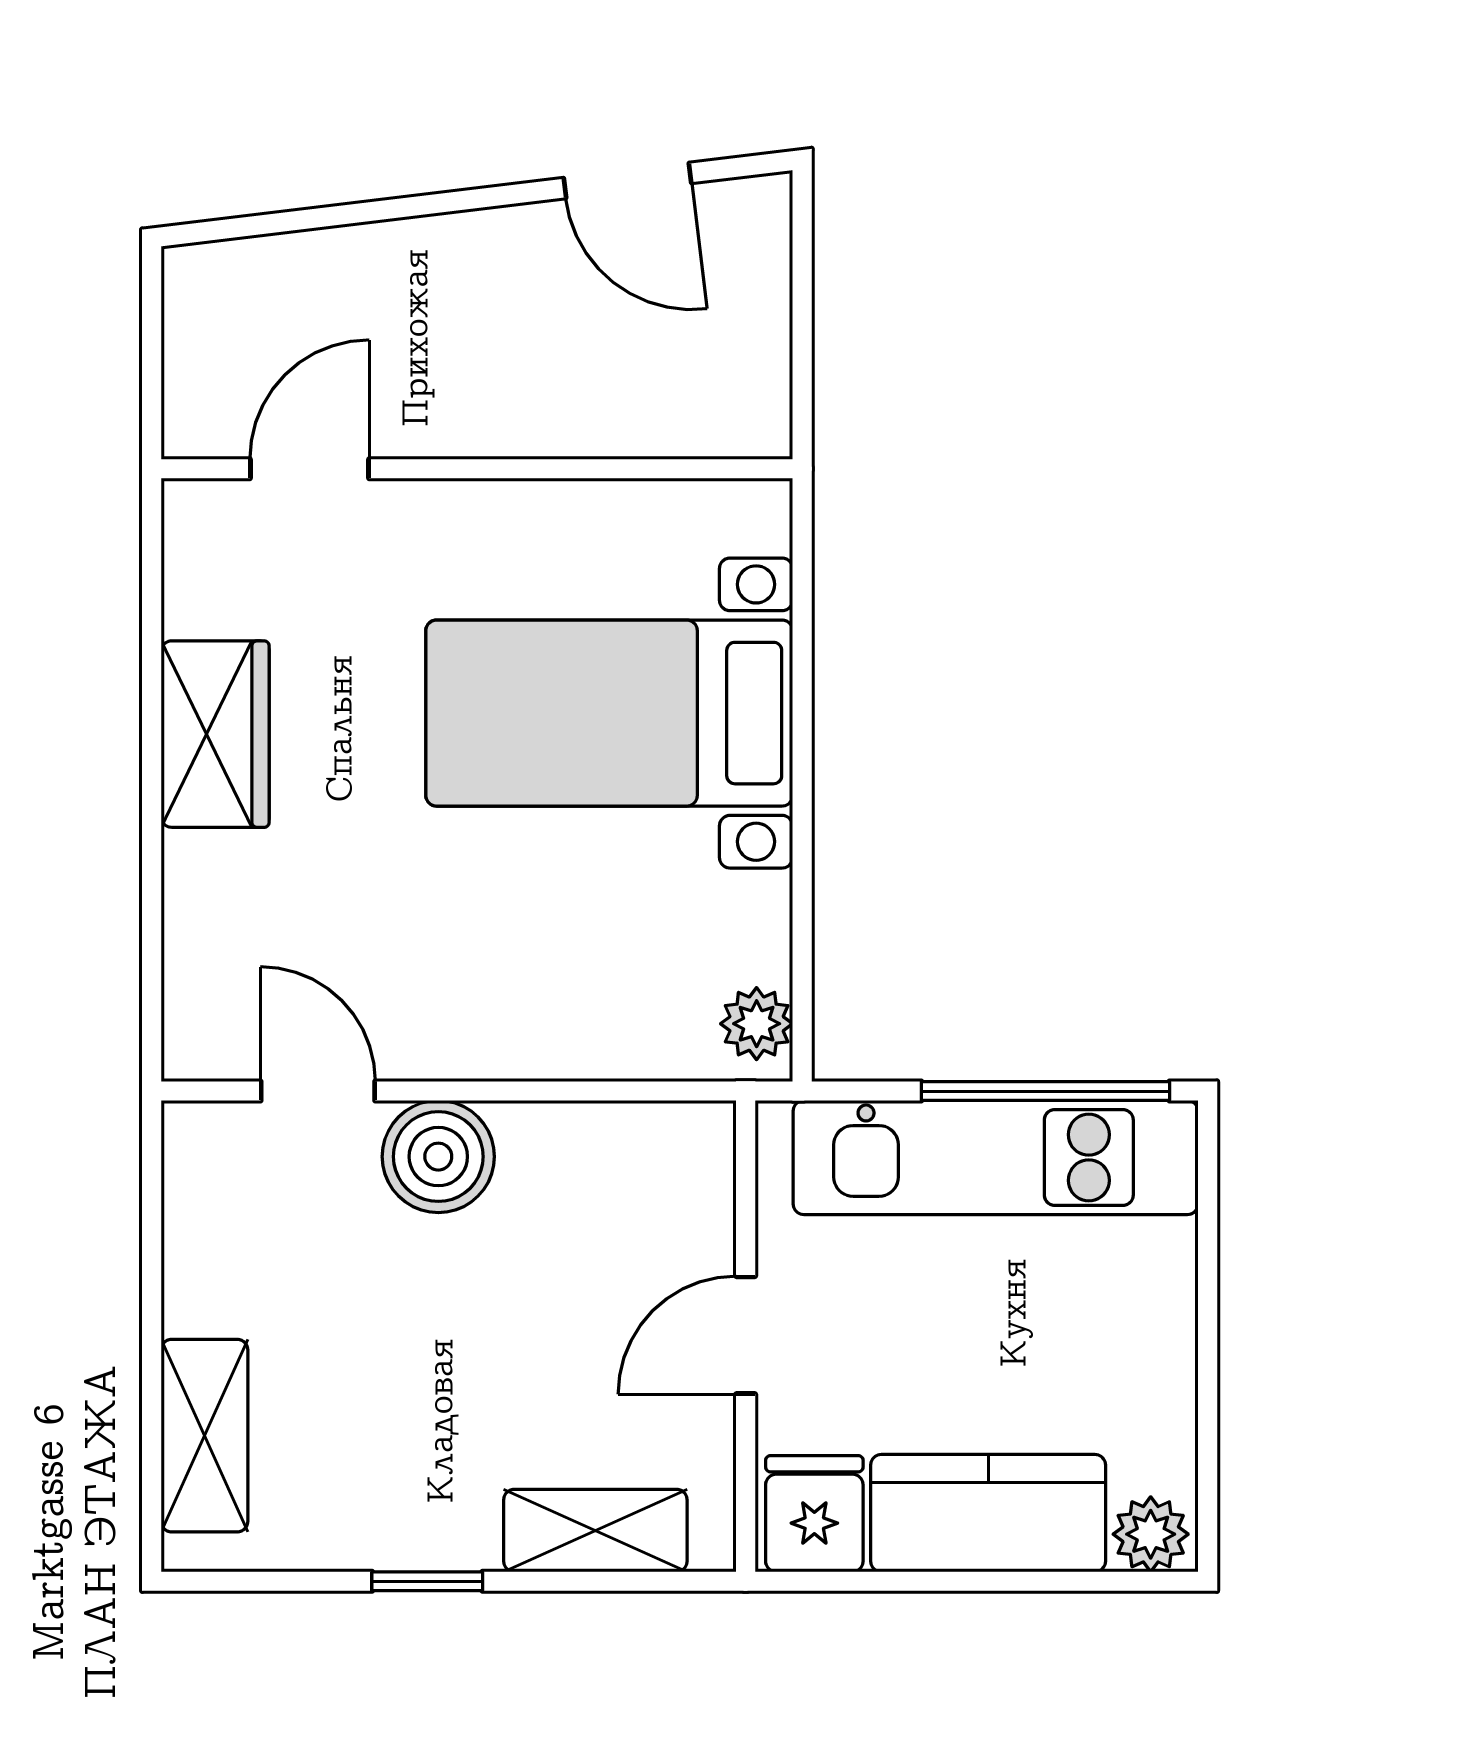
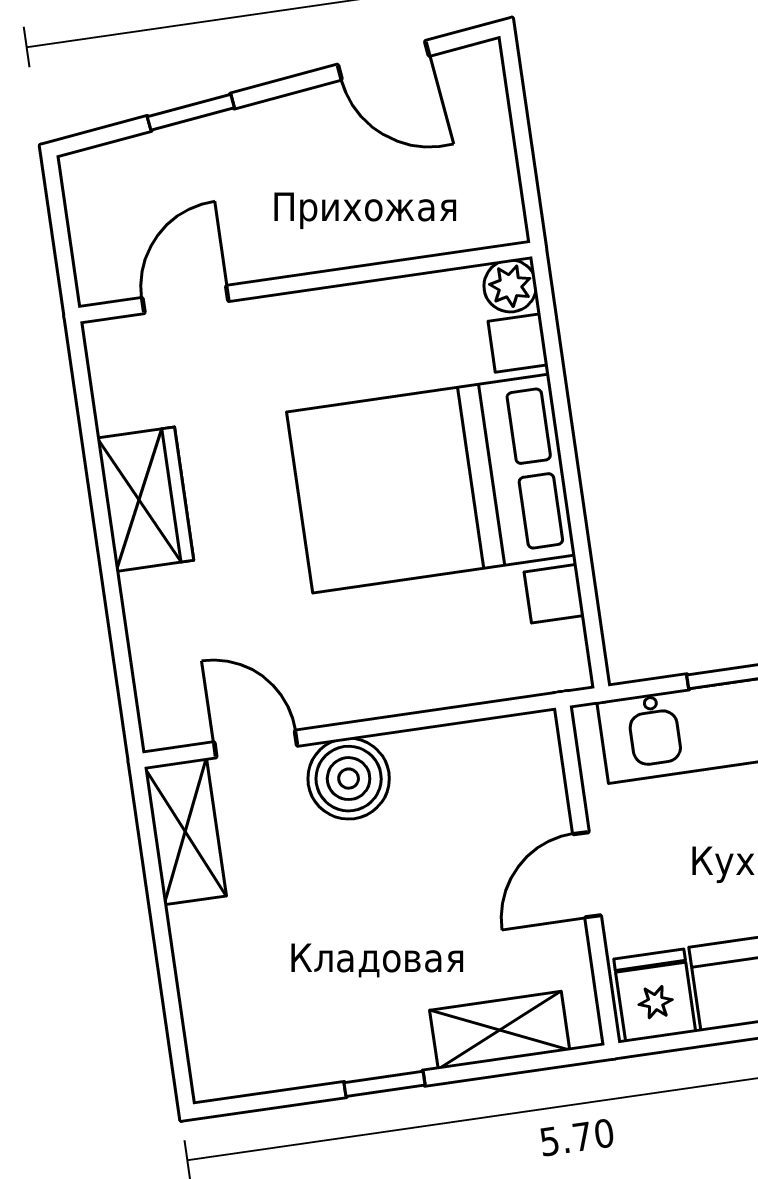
window: (354, 214) -> (191, 112), added
bed with nightstands: (609, 713) -> (431, 483), width x1.36
plant: (757, 1024) -> (510, 286), moved
shelving: (204, 1436) -> (185, 832), moved

